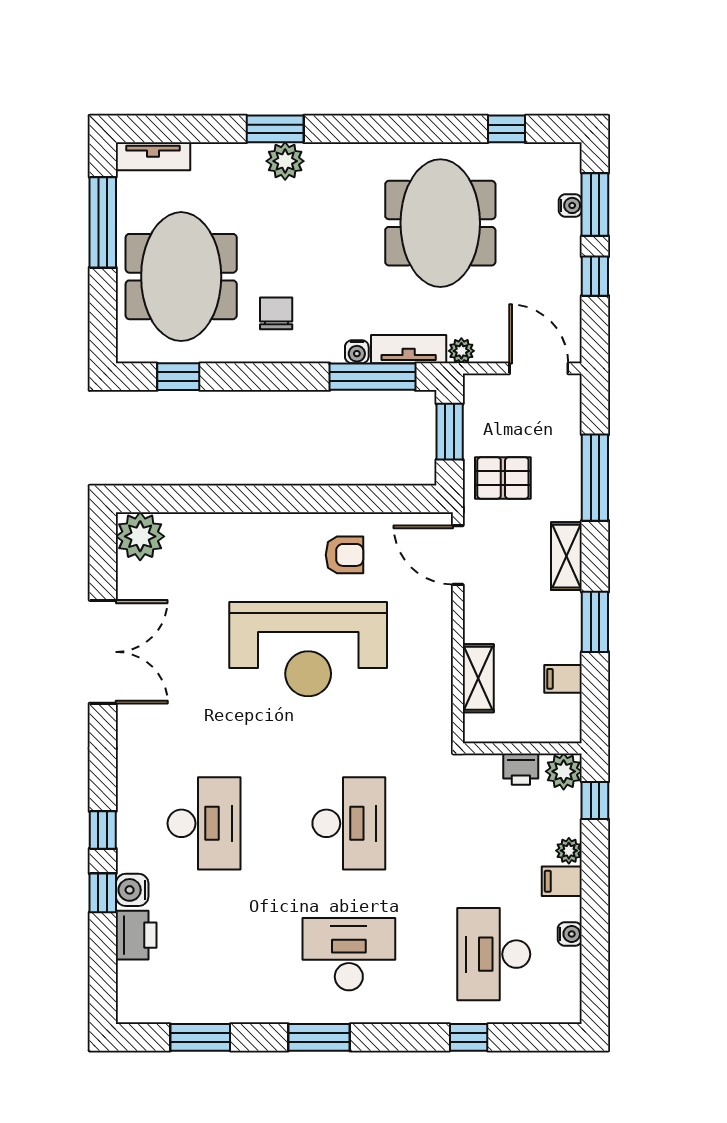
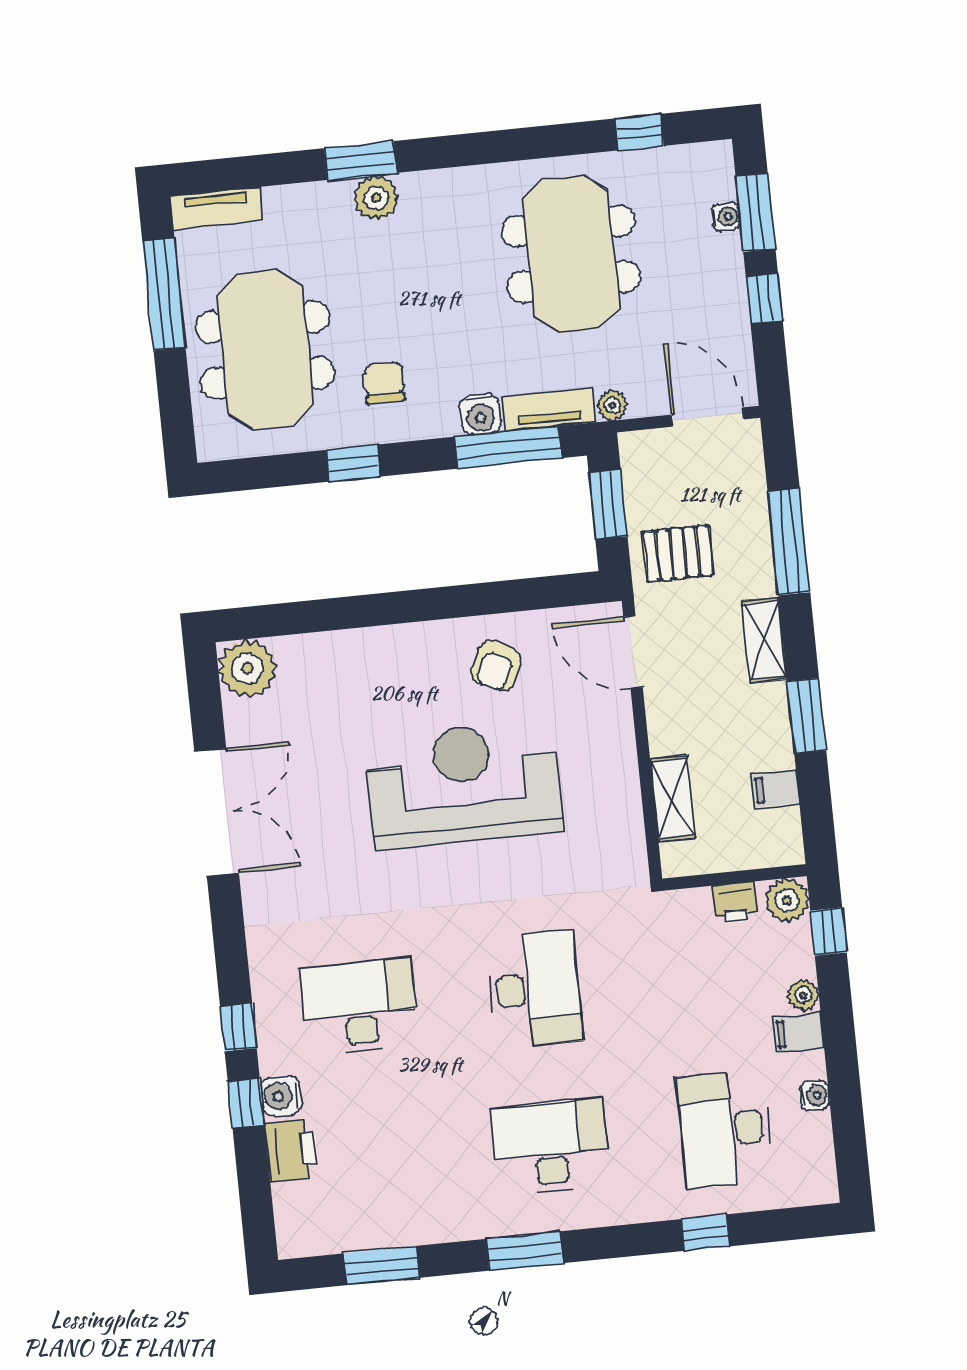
water cooler: (357, 352) -> (480, 414), width x1.38, depth x1.38
window: (178, 377) -> (353, 463), moved
armchair: (345, 555) -> (496, 666), turned 115
reception desk: (308, 649) -> (464, 784), turned 180
desk: (204, 823) -> (360, 1007), turned -90

